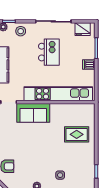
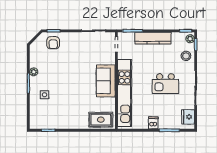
sofa: (33, 113) -> (106, 81), moved
rug: (77, 134) -> (101, 120), moved, turned 90

